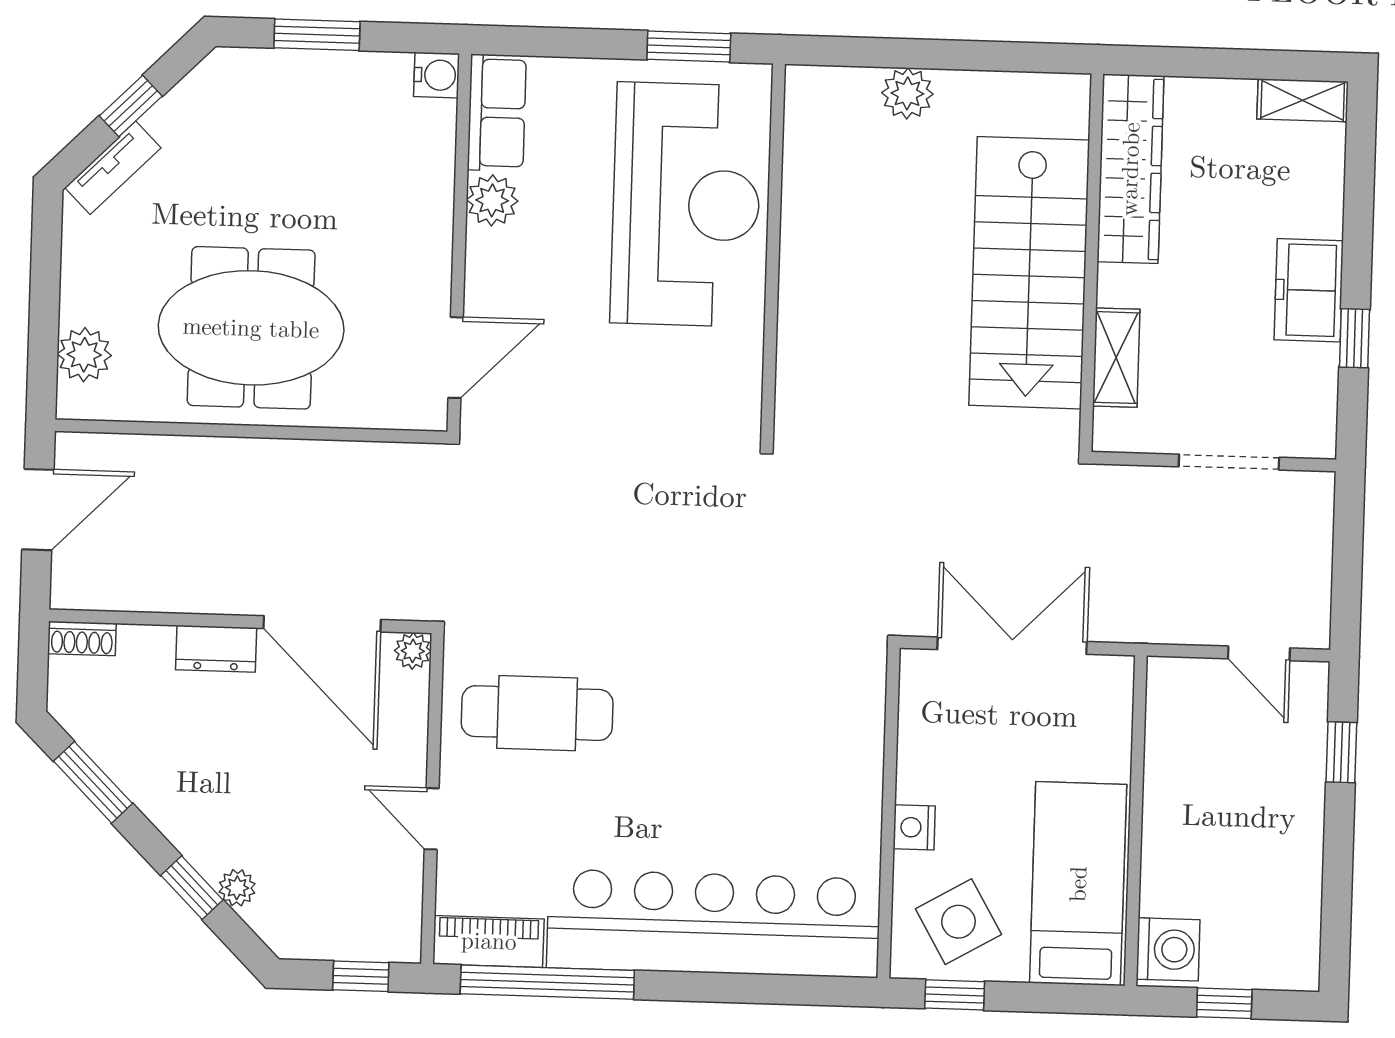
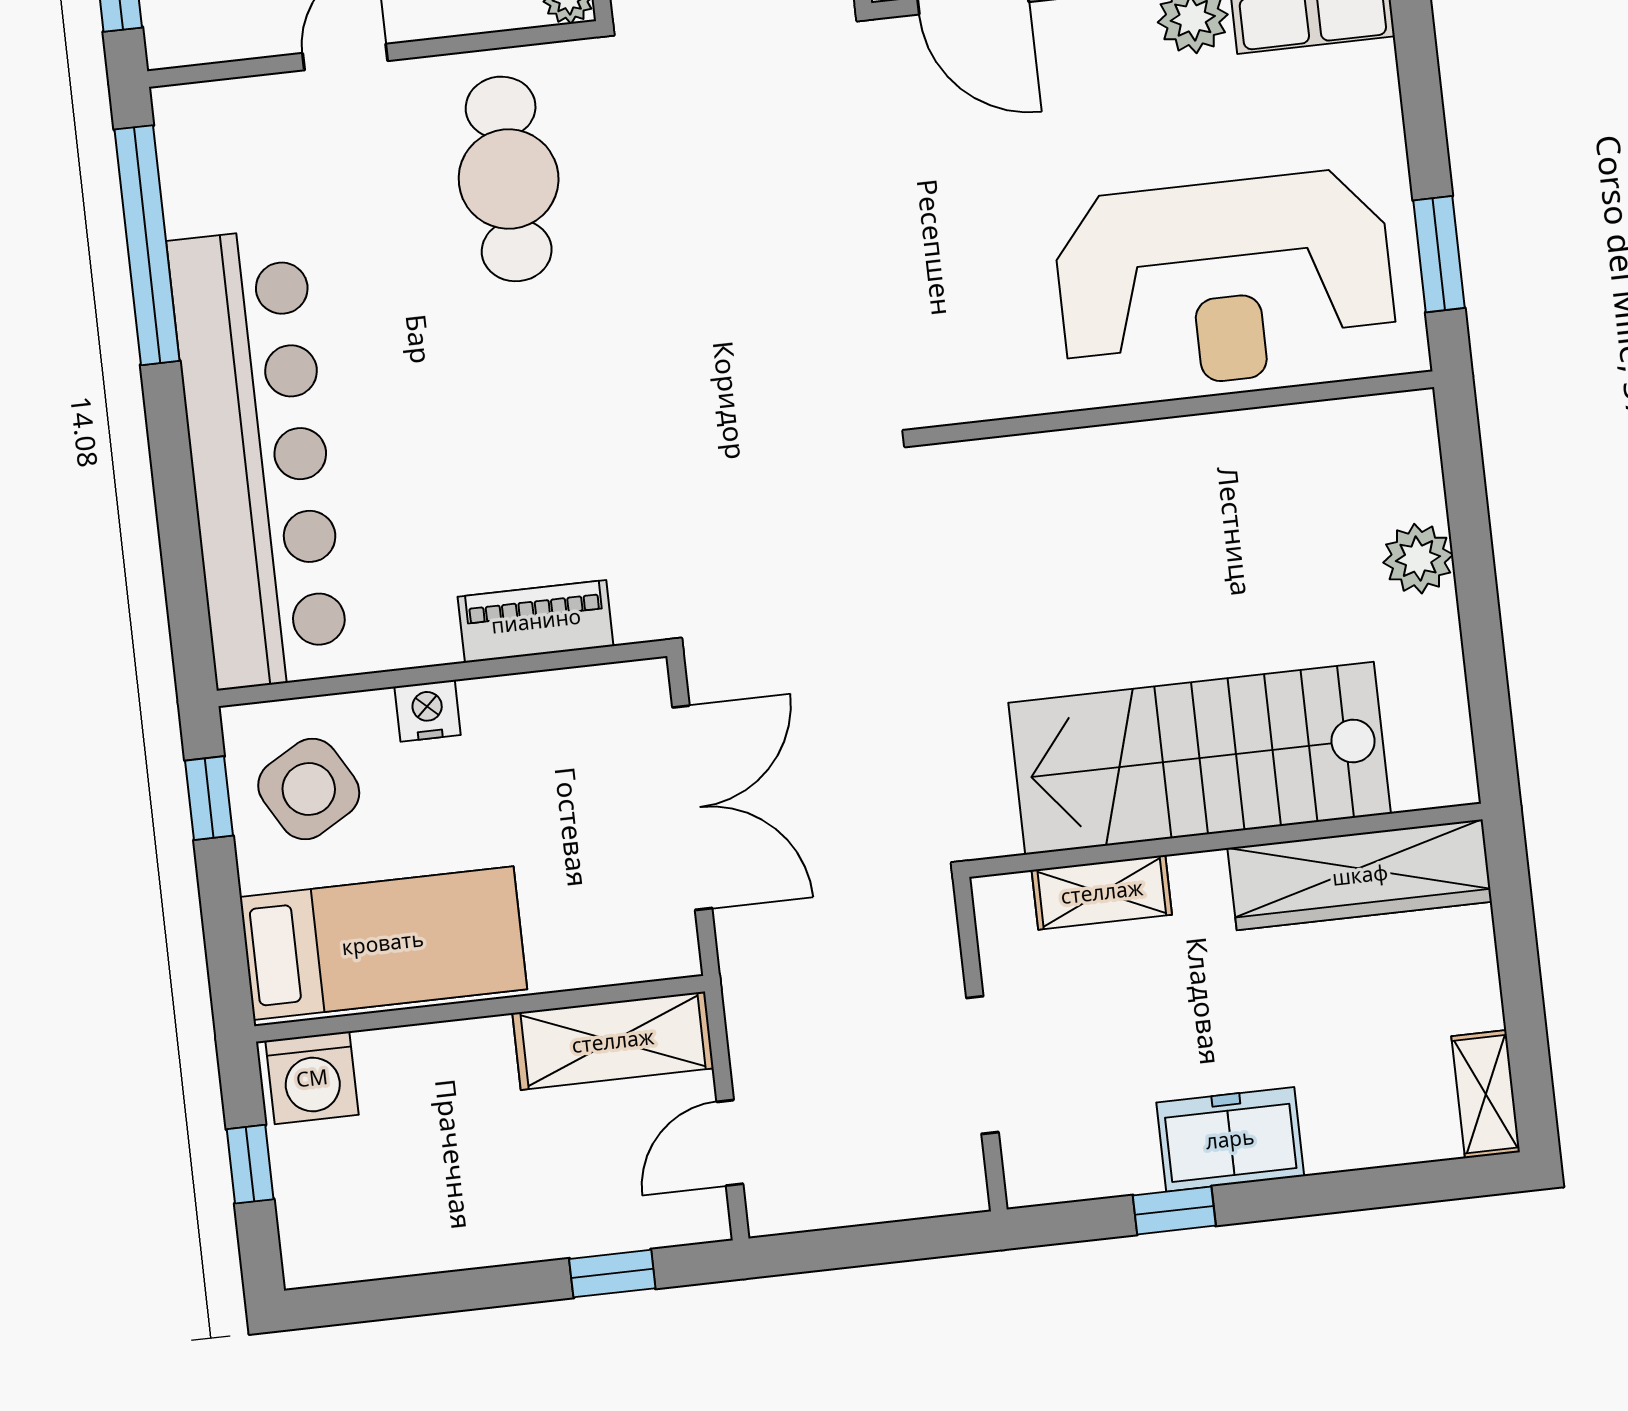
shelving: (1173, 727) -> (613, 1041), added
piano: (489, 941) -> (536, 621), moved, turned -90

